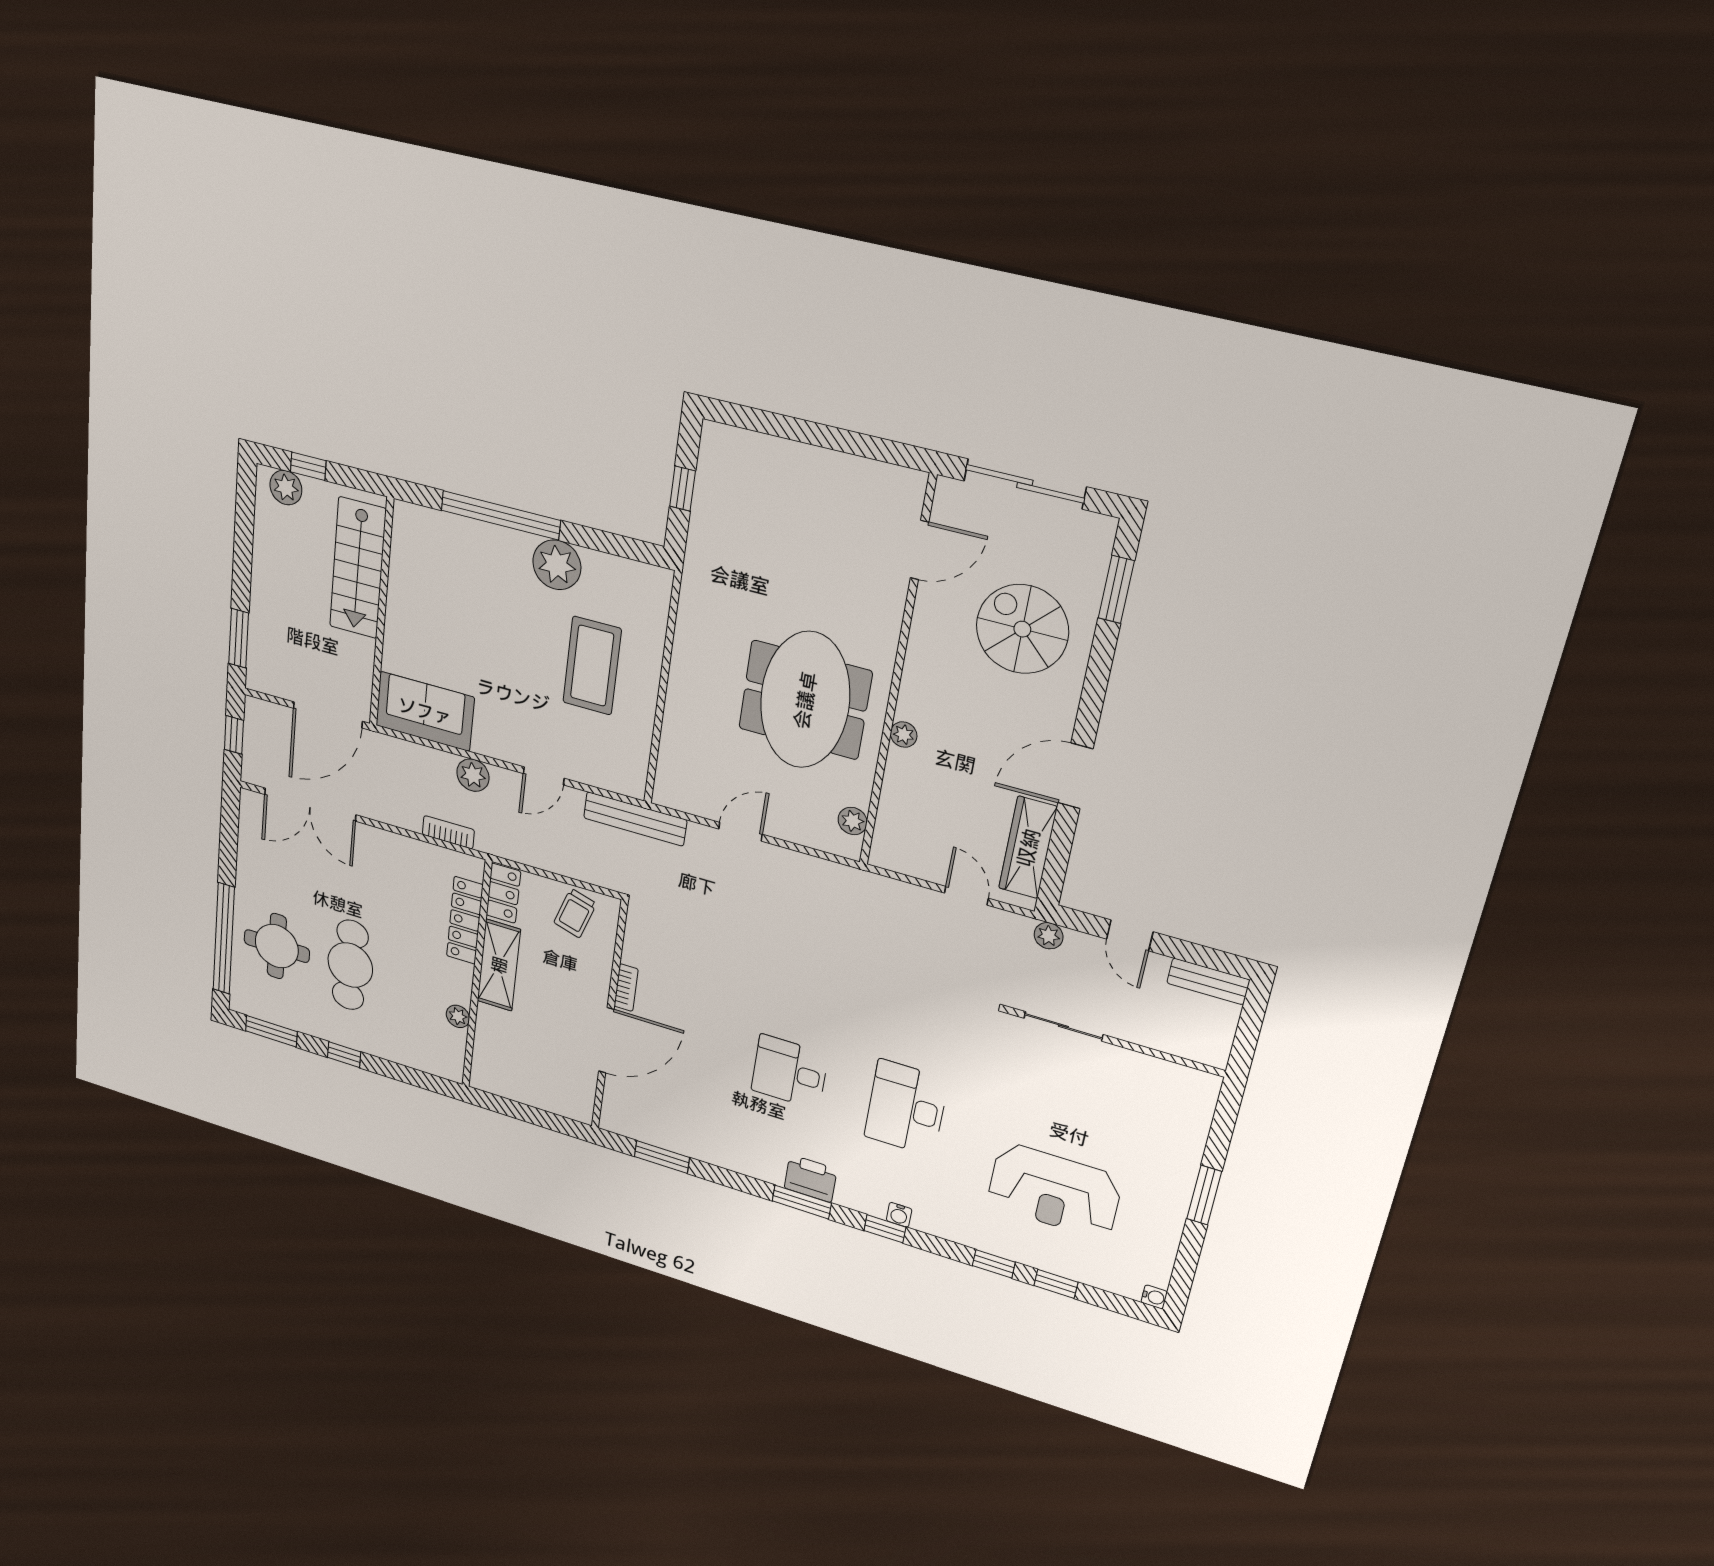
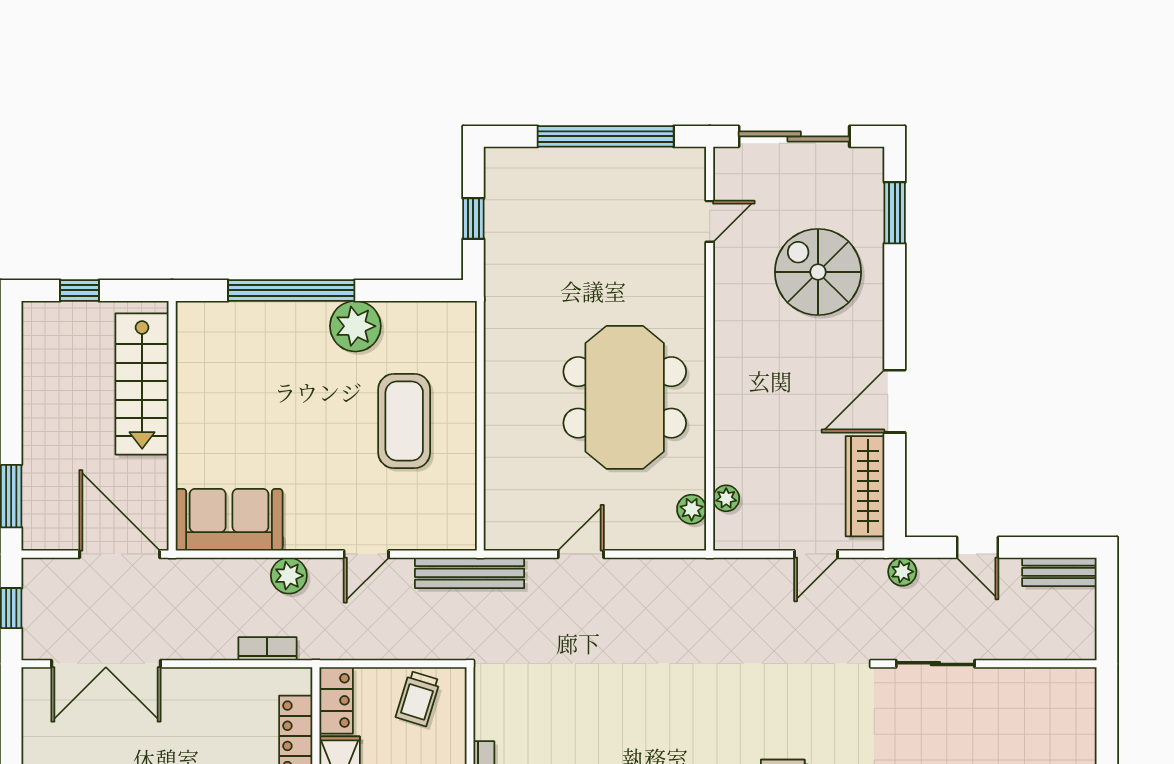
window: (827, 437) -> (606, 136), added
plant: (286, 488) -> (56, 319), removed
door: (920, 550) -> (710, 221), width x0.73
door: (328, 715) -> (120, 554), swing flipped
plant: (904, 735) -> (726, 498), moved
door: (966, 896) -> (816, 554), swing flipped

